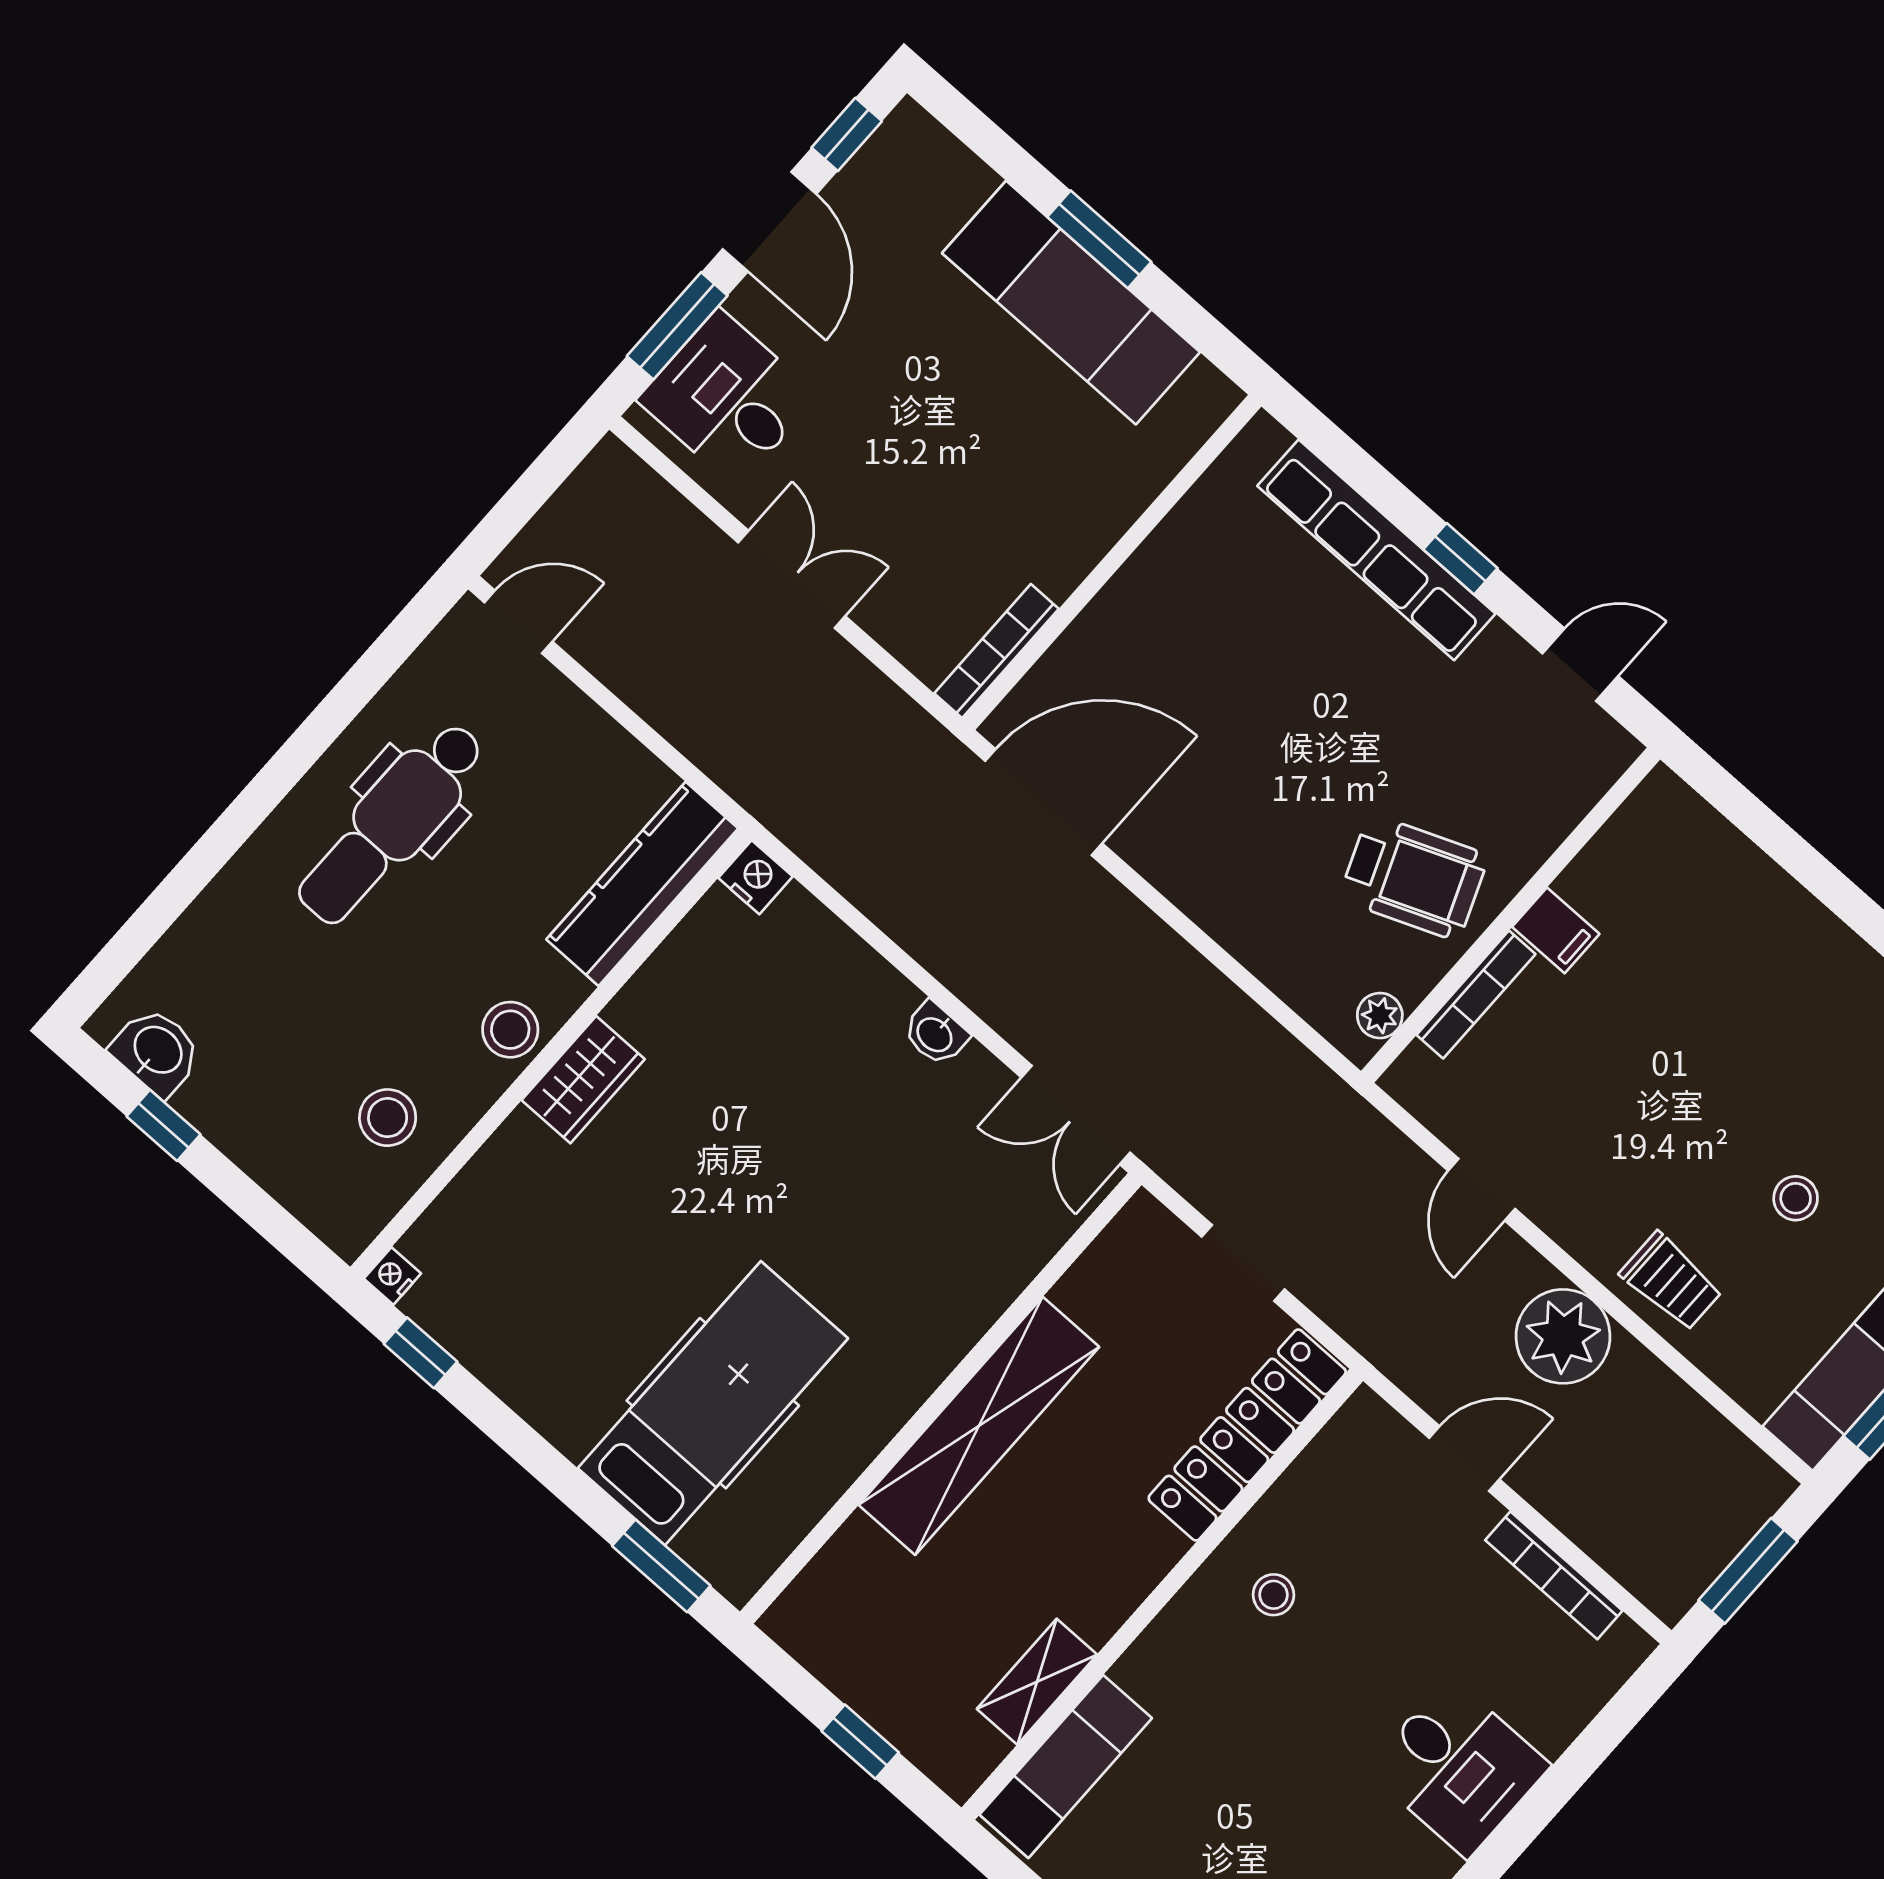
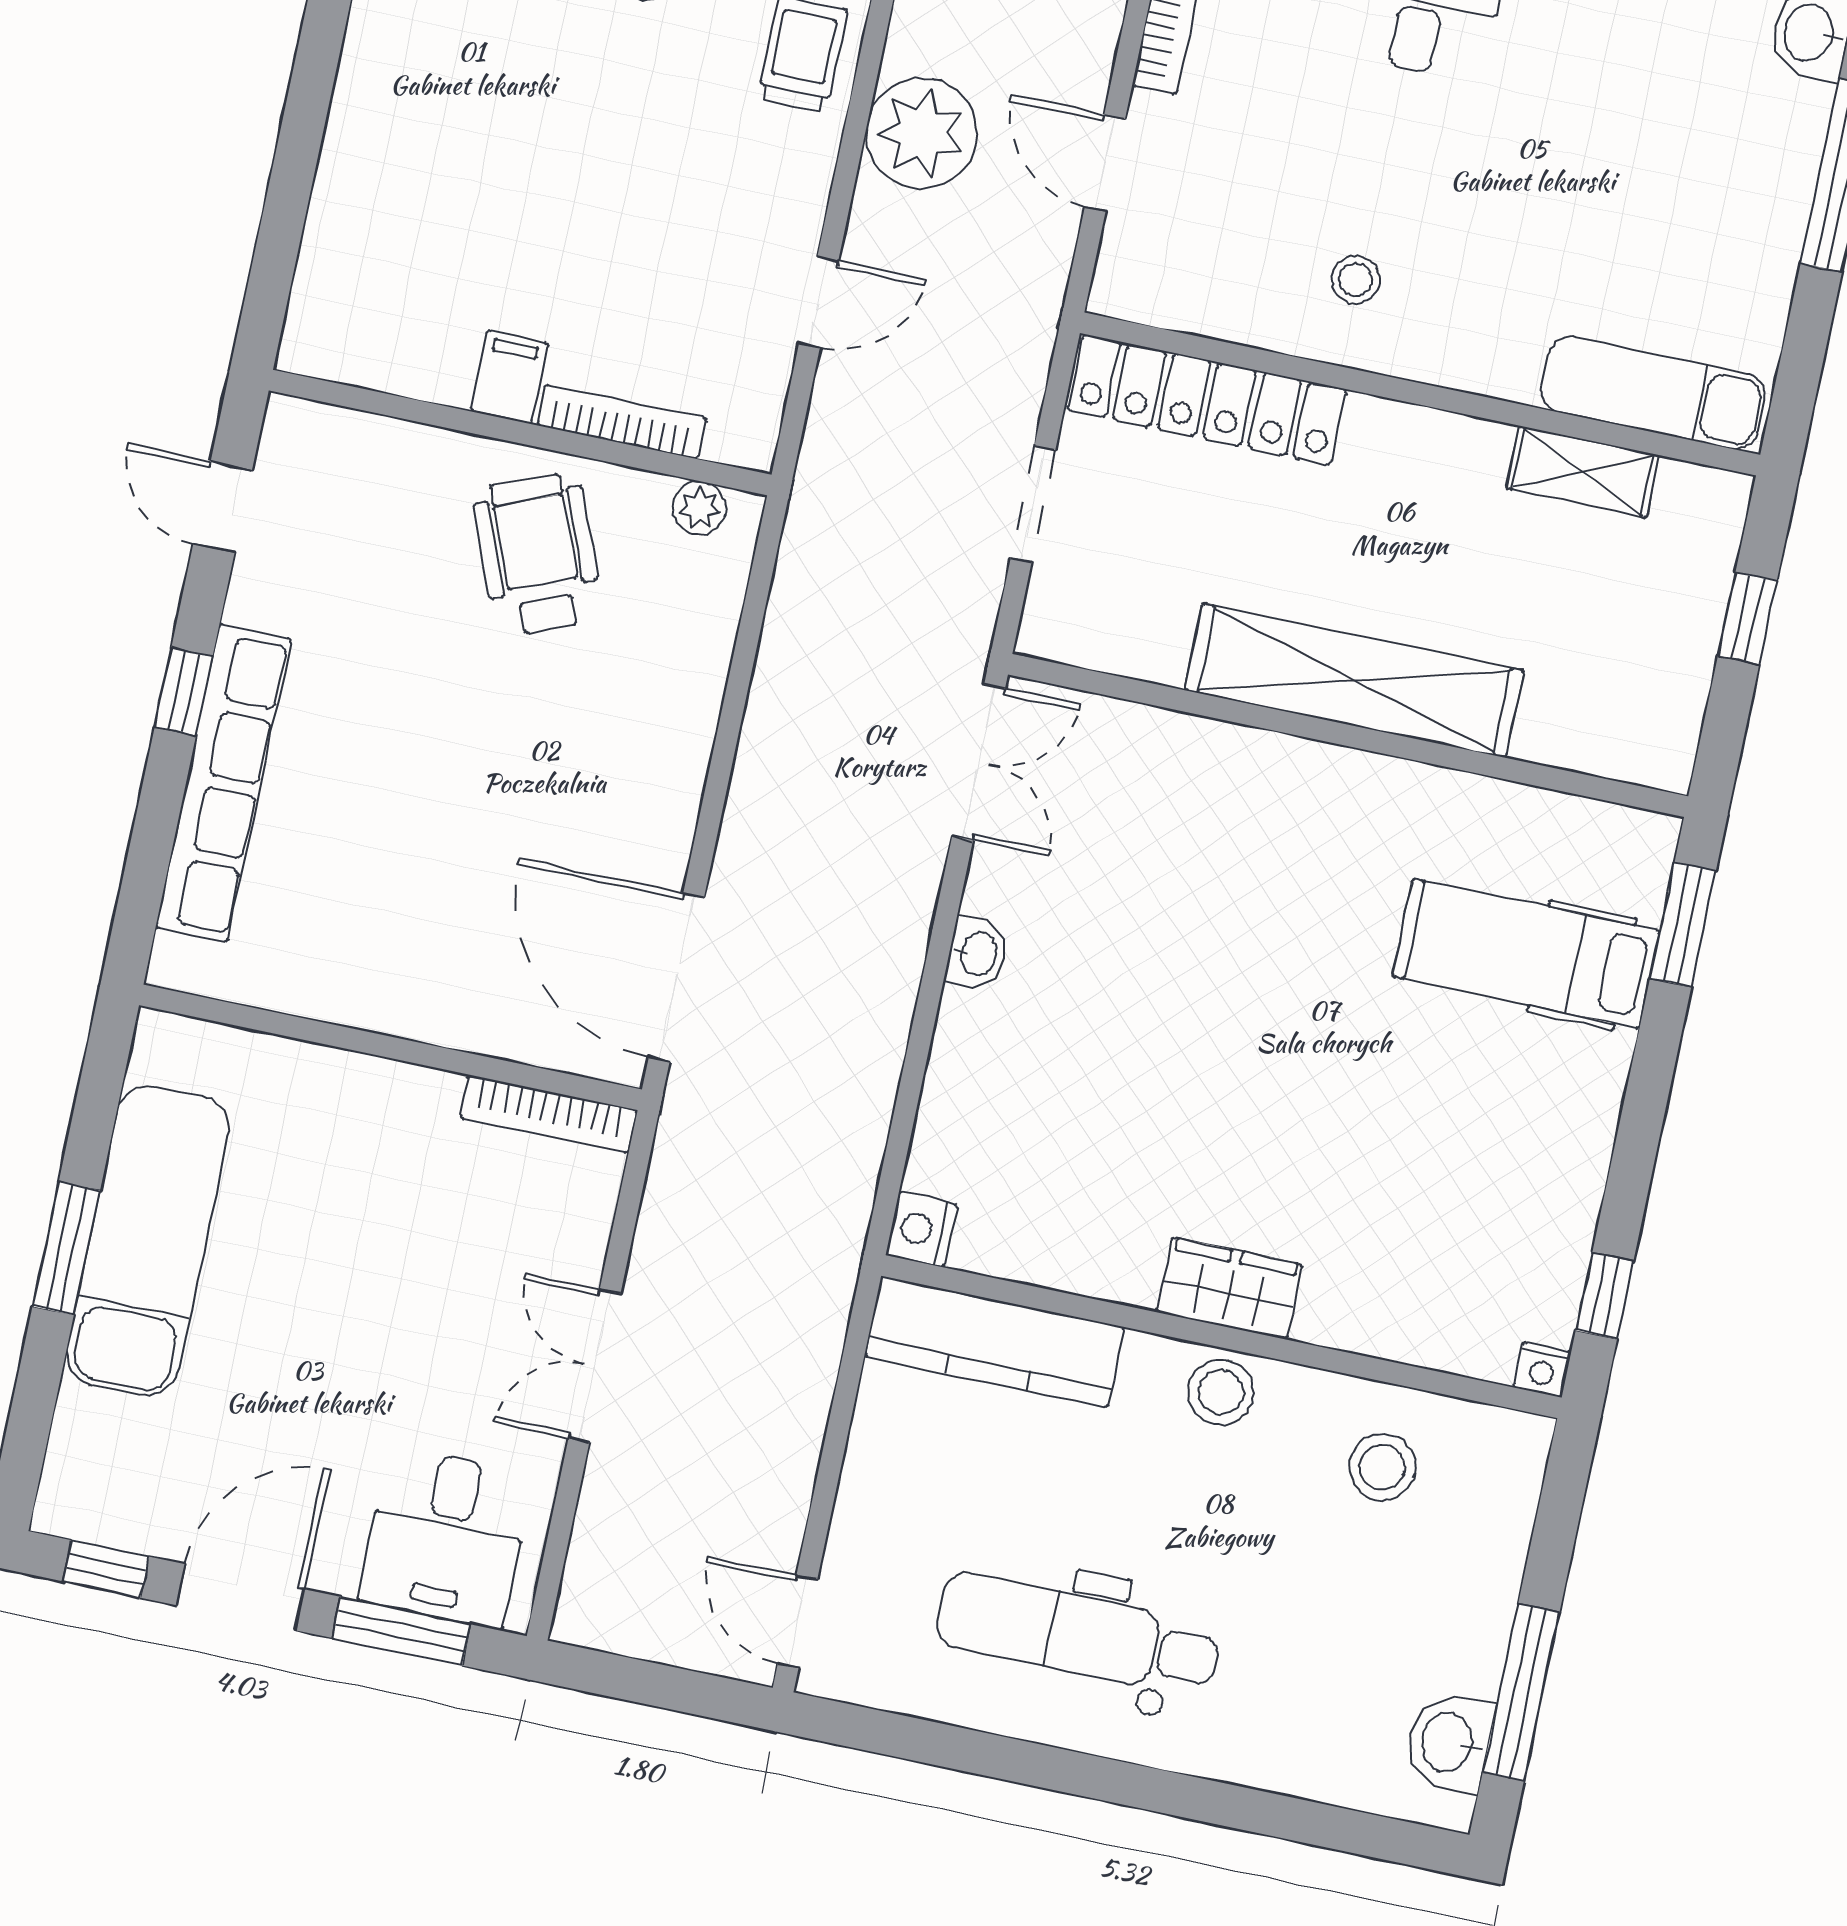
dental chair: (391, 823) -> (1078, 1635), turned 180
window: (163, 1125) -> (1521, 1692), width x2.17
hospital bed: (713, 1403) -> (1526, 954), width x0.73, depth x0.78

